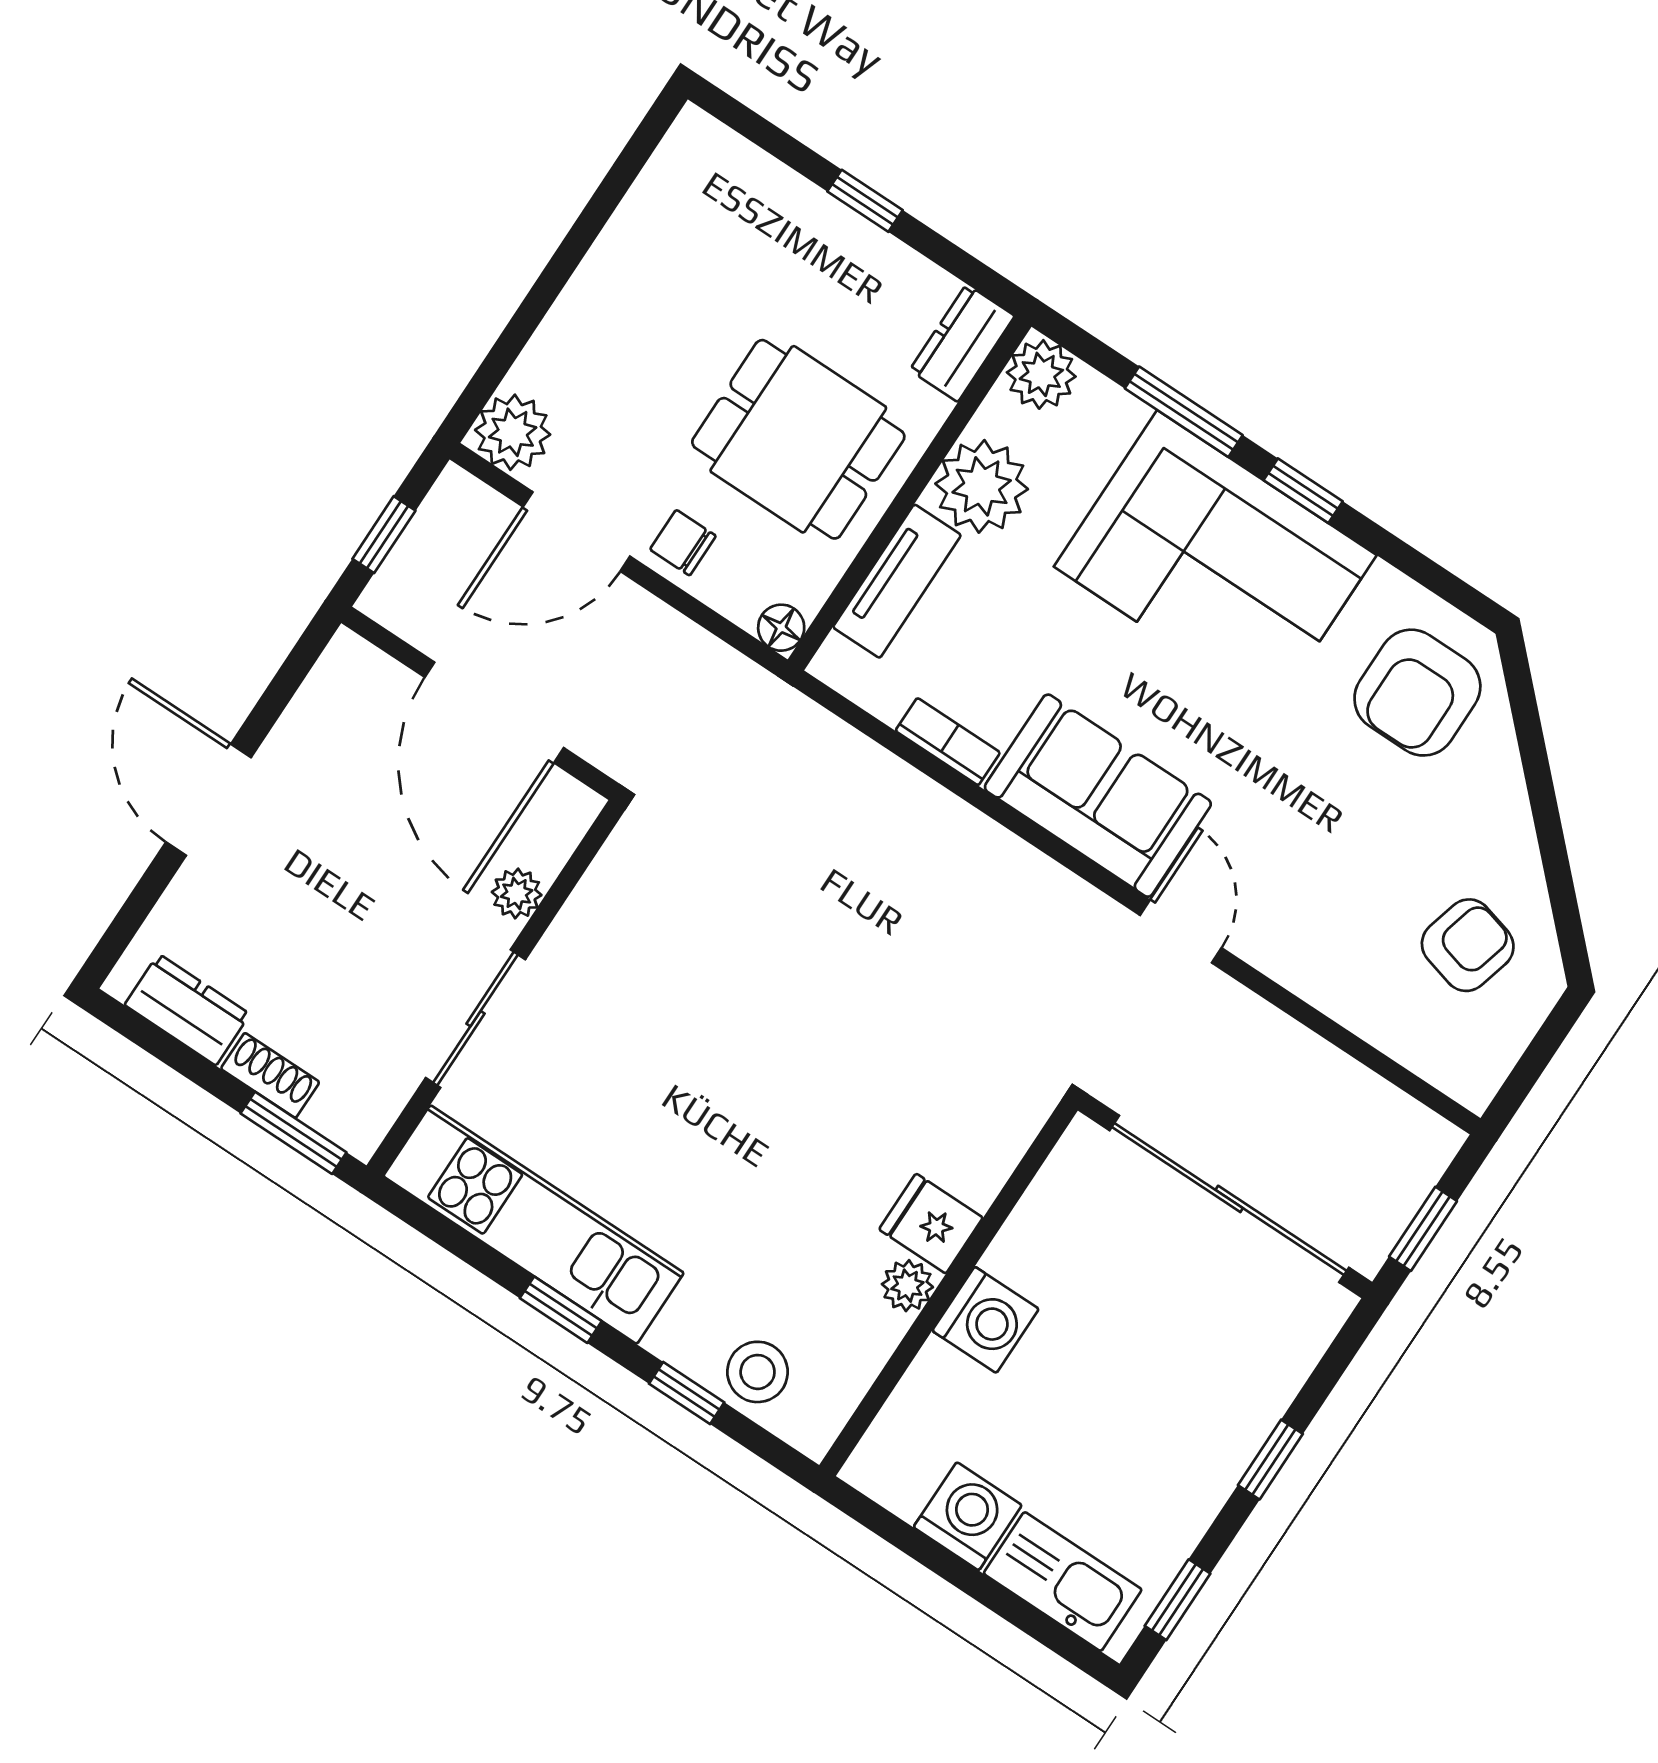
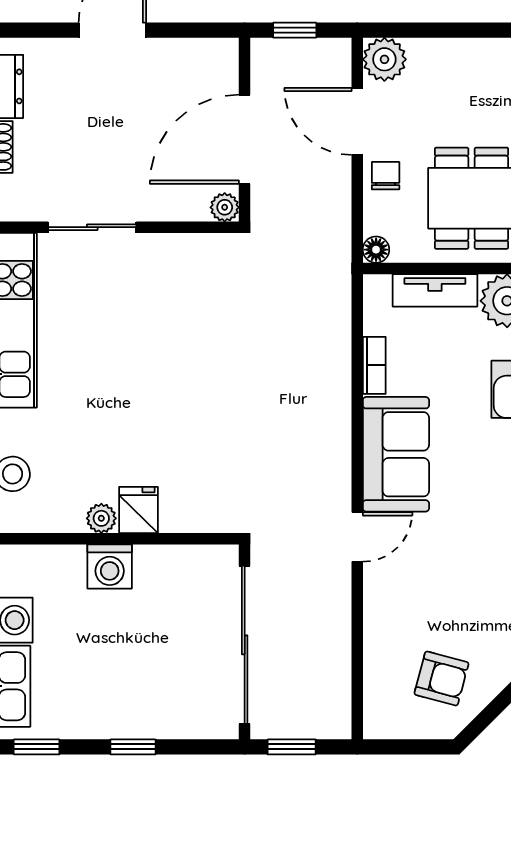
plant: (517, 893) -> (225, 207), moved

